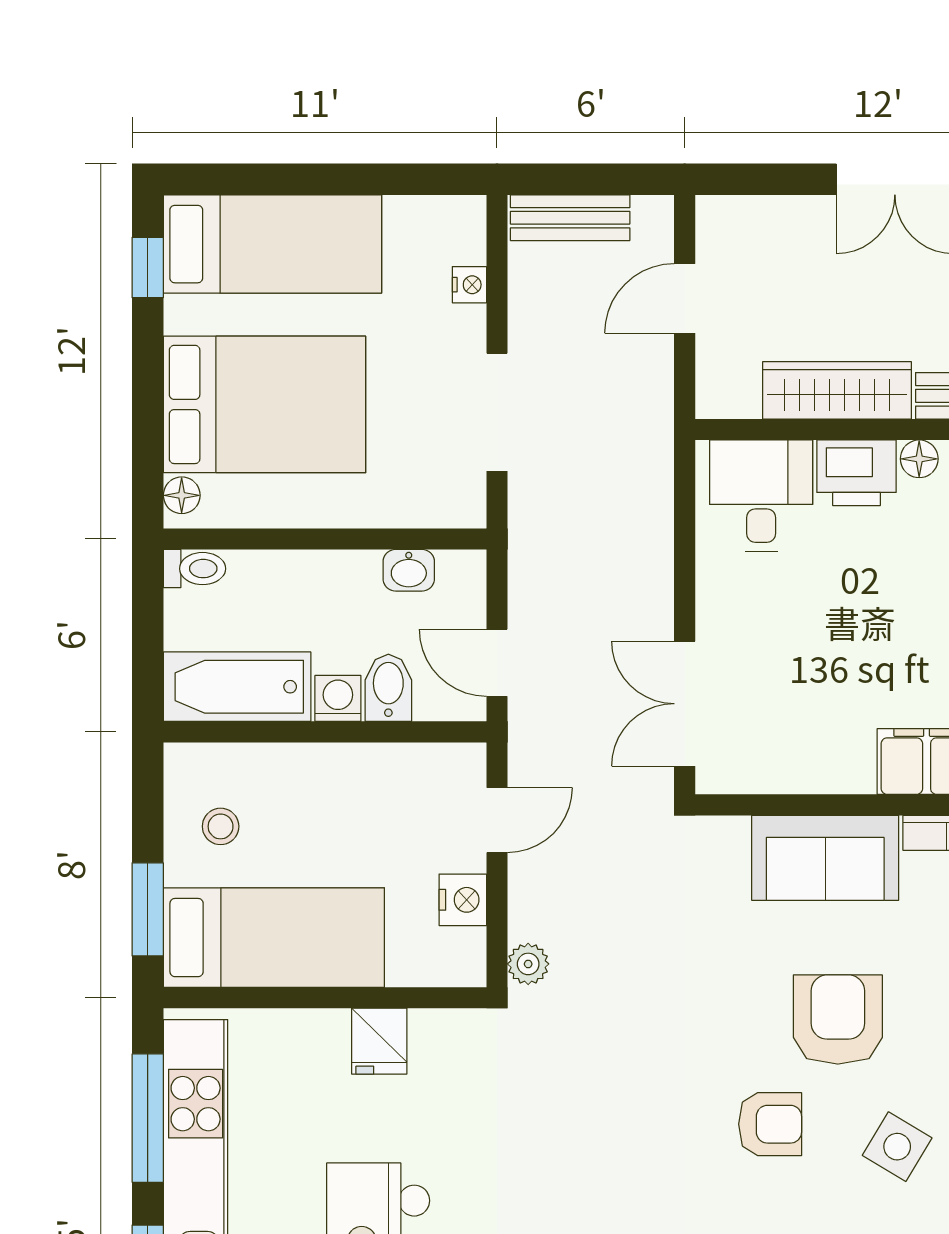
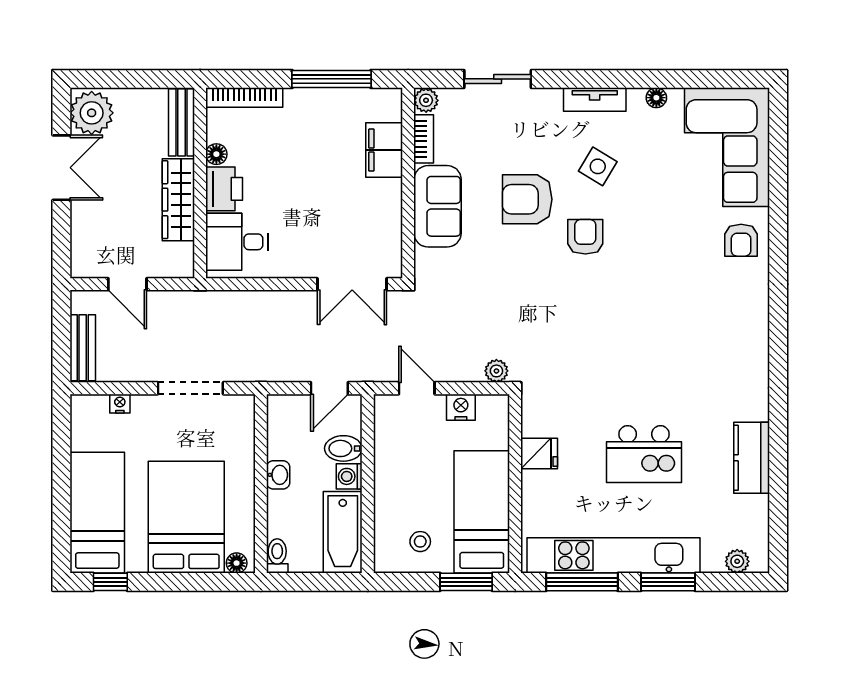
washbasin: (409, 570) -> (278, 475), moved

